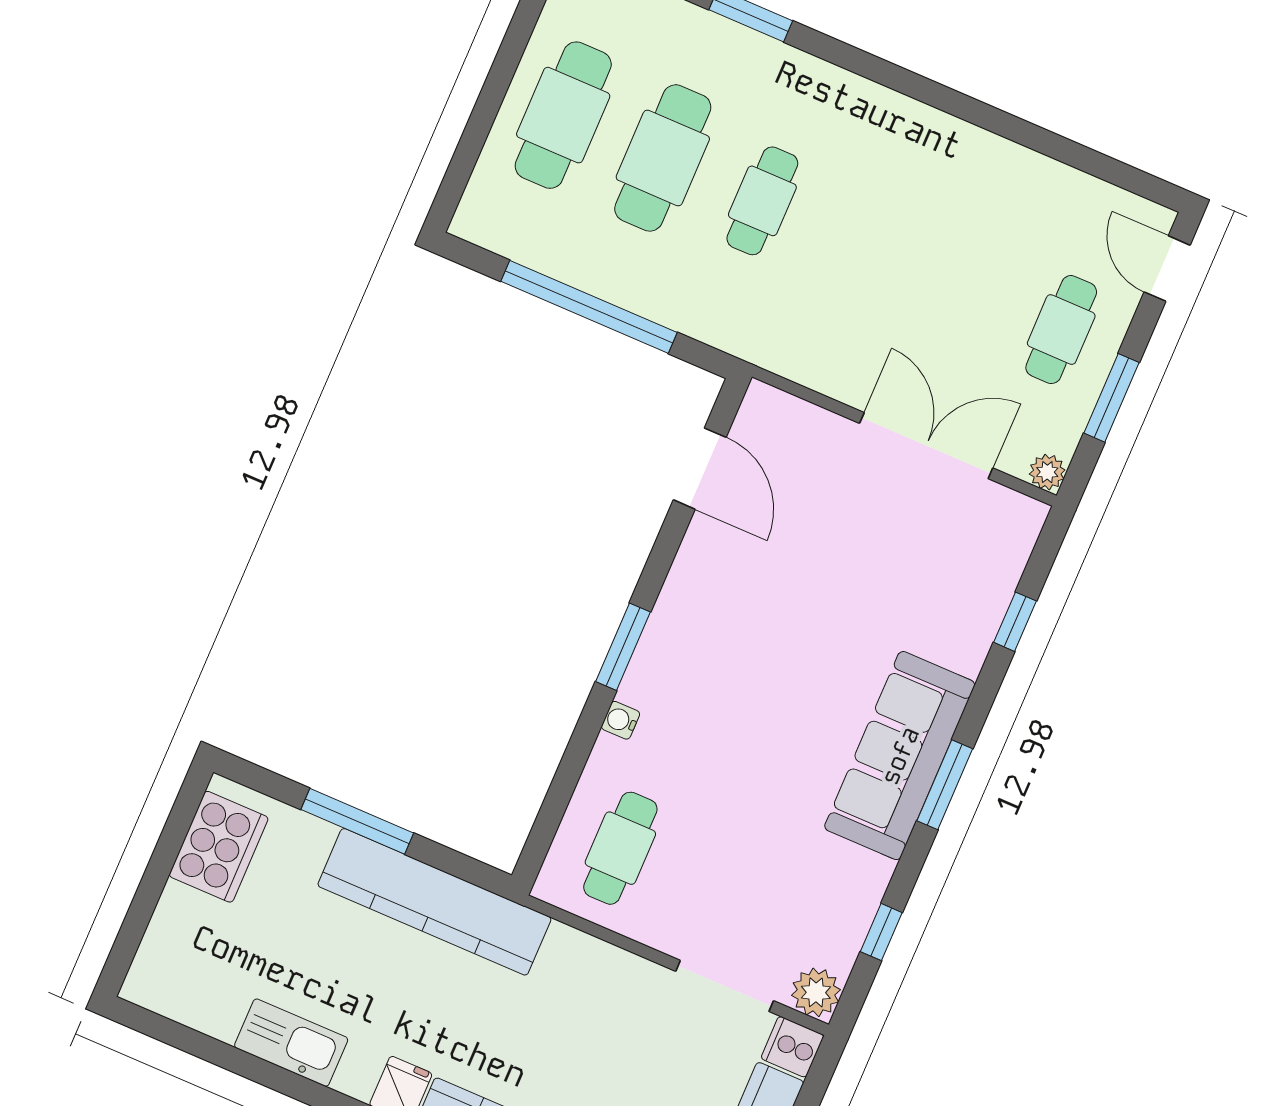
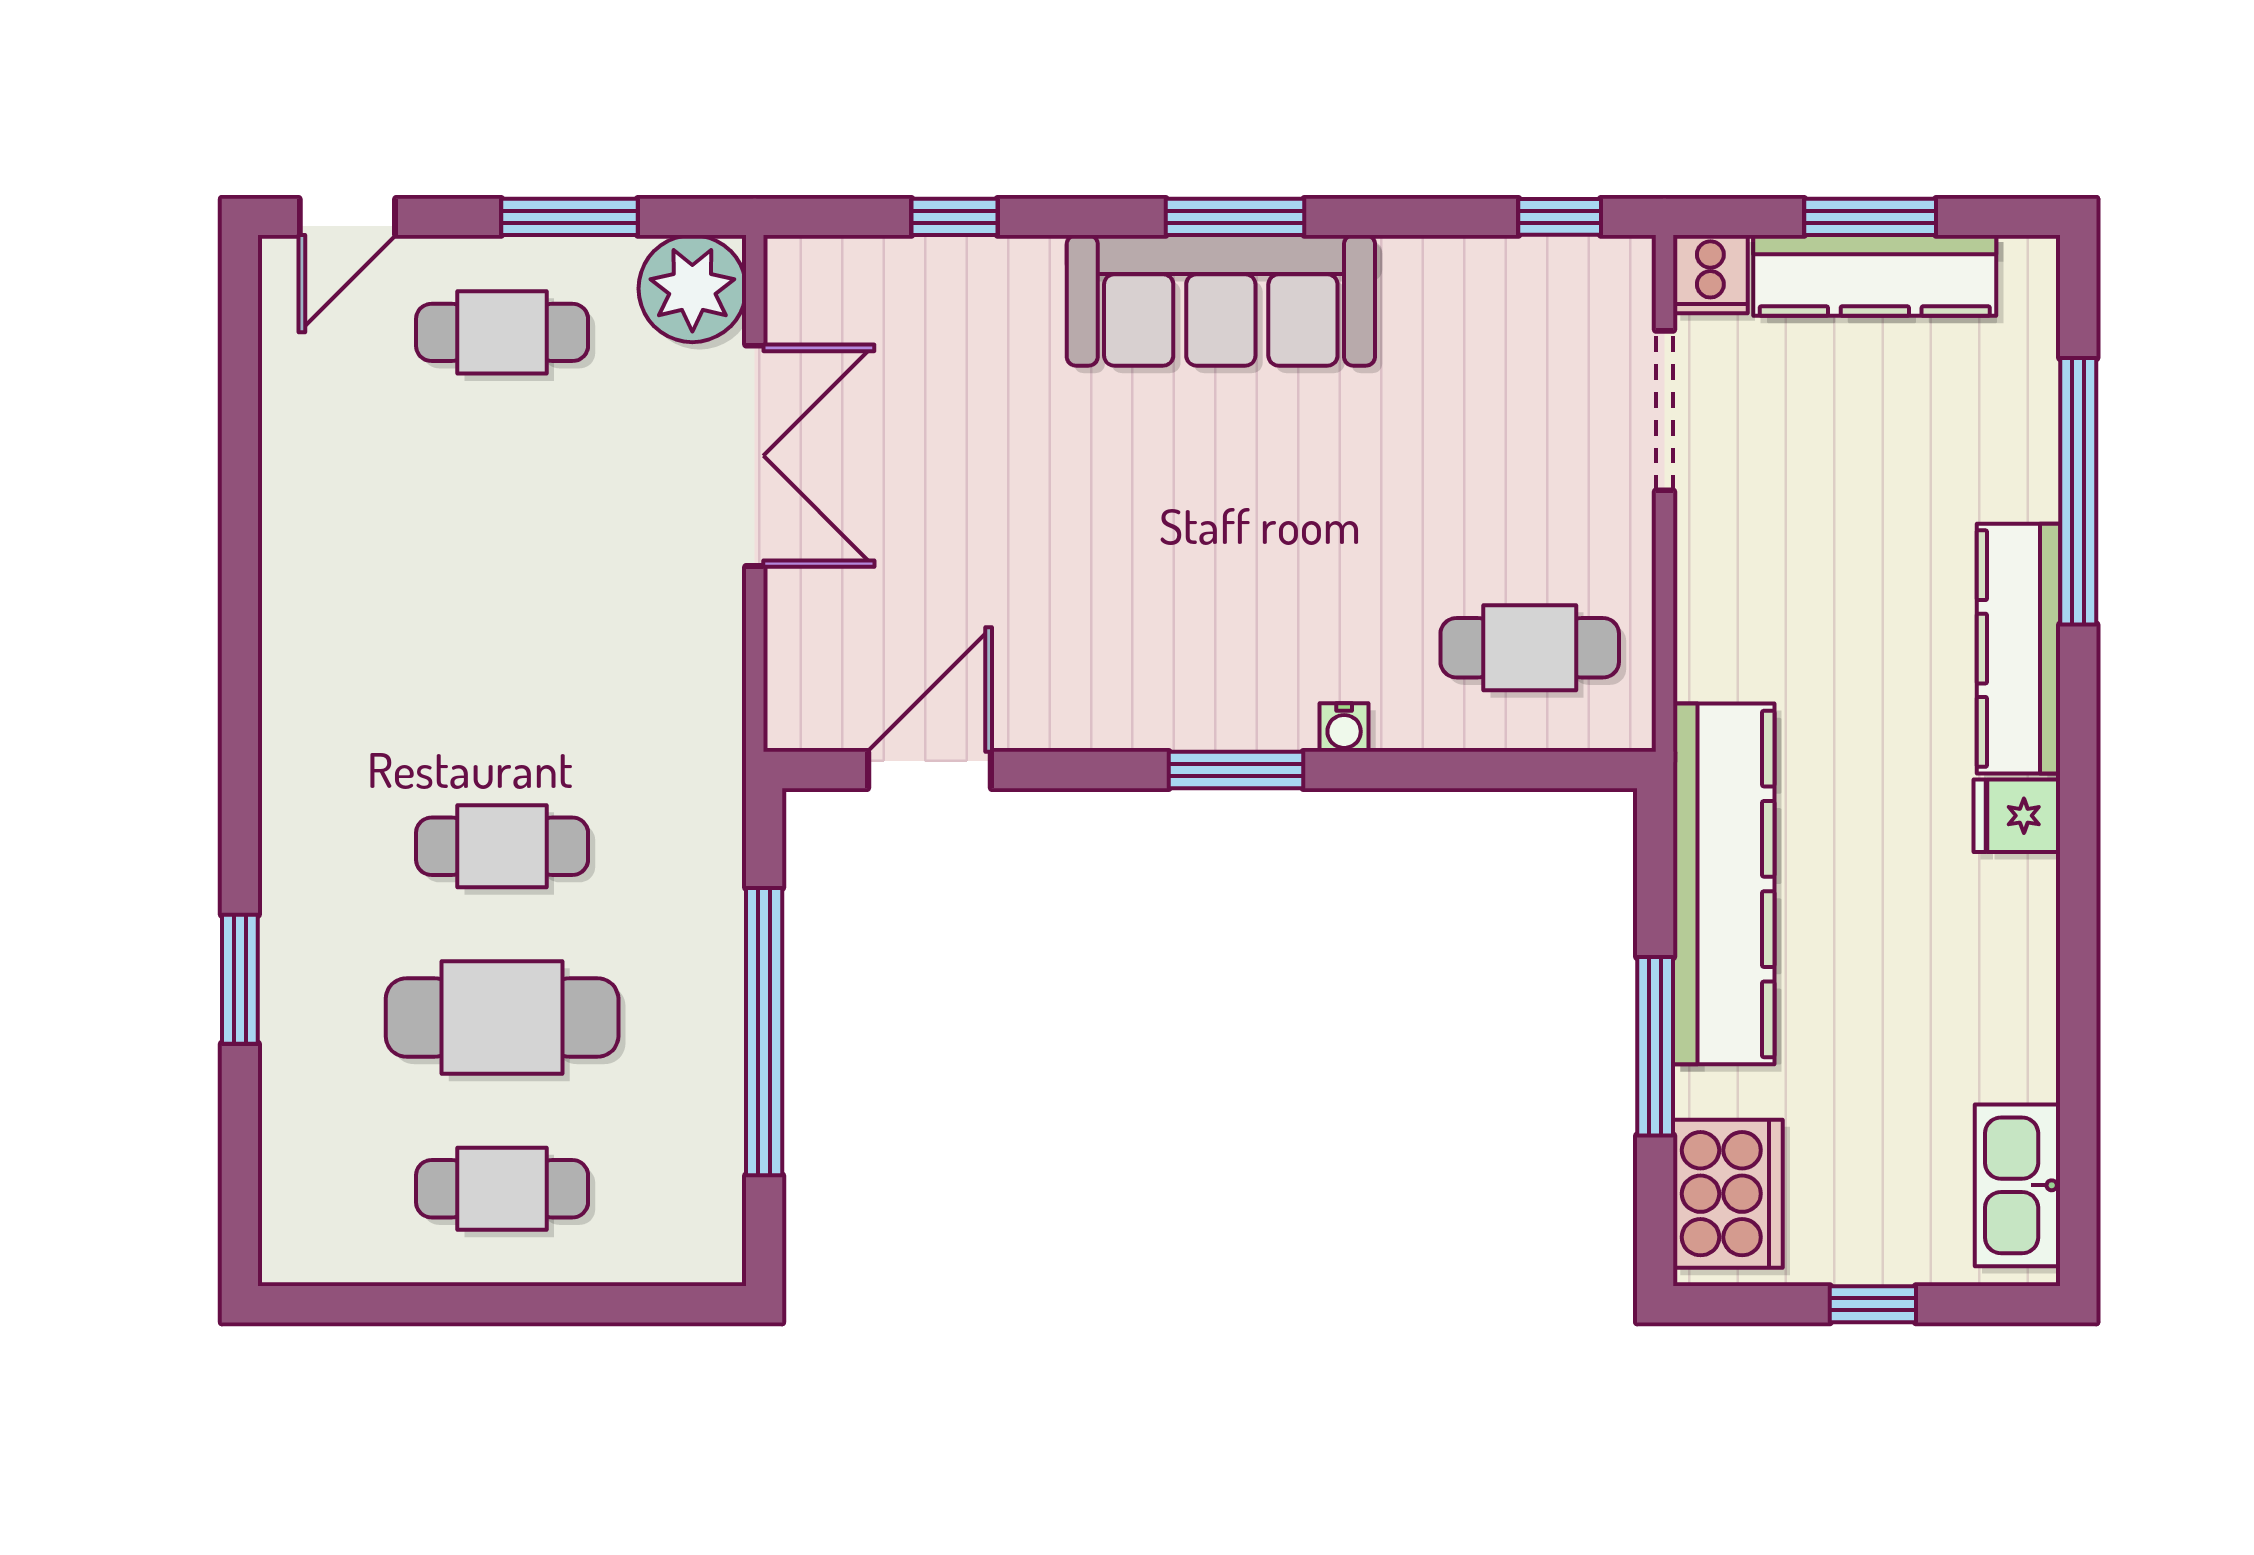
cafe table: (563, 115) -> (502, 1189), width x0.73, depth x0.74
double door: (926, 446) -> (755, 456), swing flipped
plant: (1047, 472) -> (692, 289), width x1.88, depth x1.88
cooker: (219, 847) -> (1728, 1194), moved, turned 90
window: (153, 883) -> (1873, 1304), added
window: (881, 932) -> (1560, 217), moved
plant: (816, 992) -> (1617, 274), removed
kitchen sink: (291, 1043) -> (2018, 1185), moved

